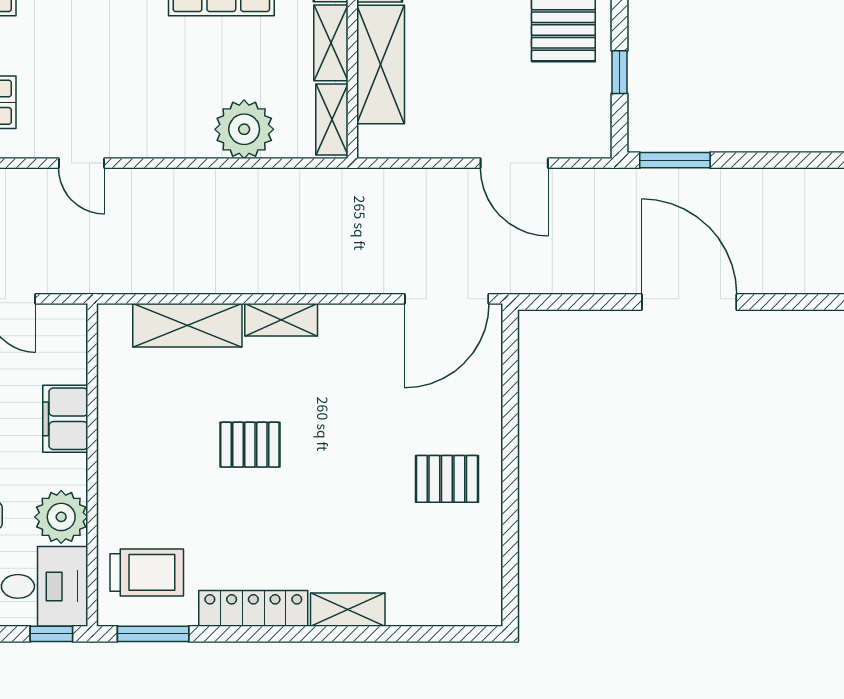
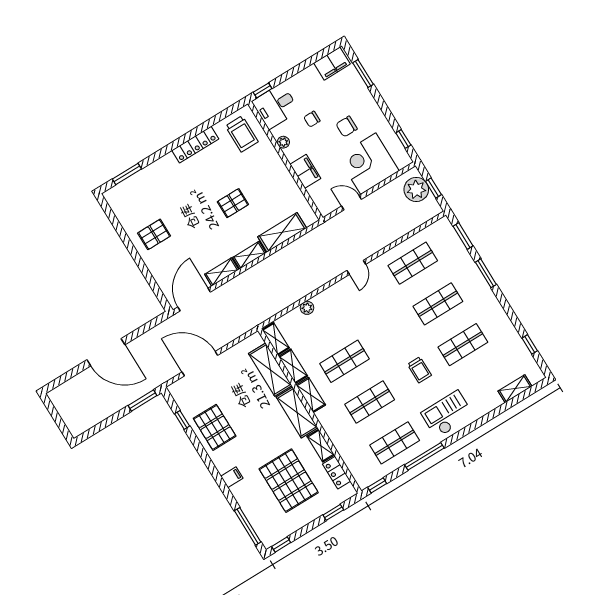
plant: (244, 129) -> (307, 308), width x0.53, depth x0.53
door: (82, 163) -> (356, 267), swing flipped
door: (514, 163) -> (200, 364), width x1.36
plant: (61, 517) -> (283, 142), width x0.53, depth x0.53
trolley: (147, 572) -> (242, 134), turned -90
shelving: (348, 610) -> (222, 272), moved
window: (153, 634) -> (127, 174), moved

